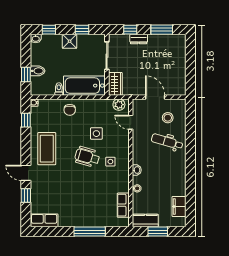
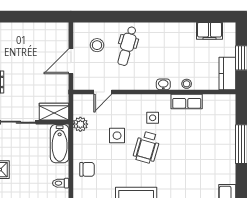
bathtub: (84, 86) -> (60, 144), width x0.73, depth x0.73
plant: (119, 105) -> (80, 124), moved
row of seats: (123, 205) -> (187, 102), moved

